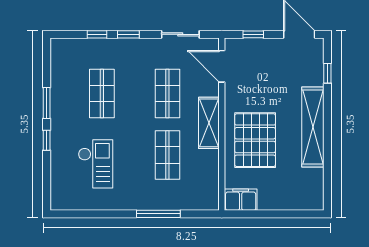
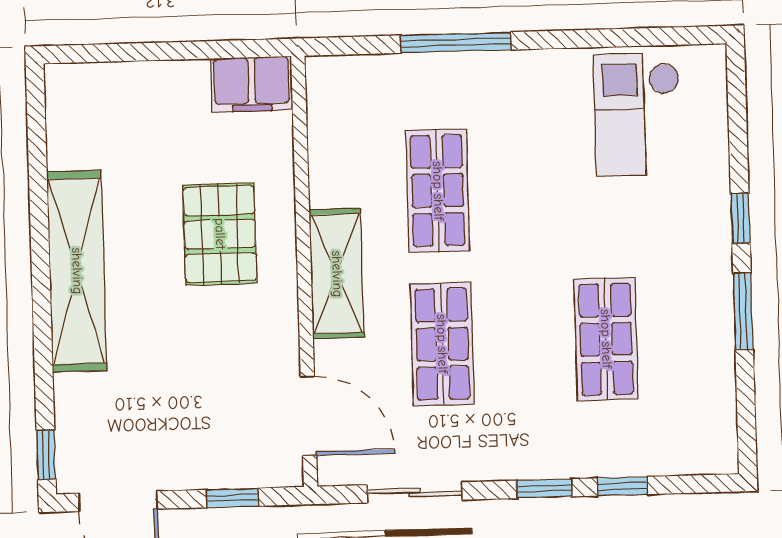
window: (327, 73) -> (46, 455), moved
pallet: (255, 140) -> (220, 234), width x0.73, depth x0.71
checkout: (96, 164) -> (638, 115), moved

